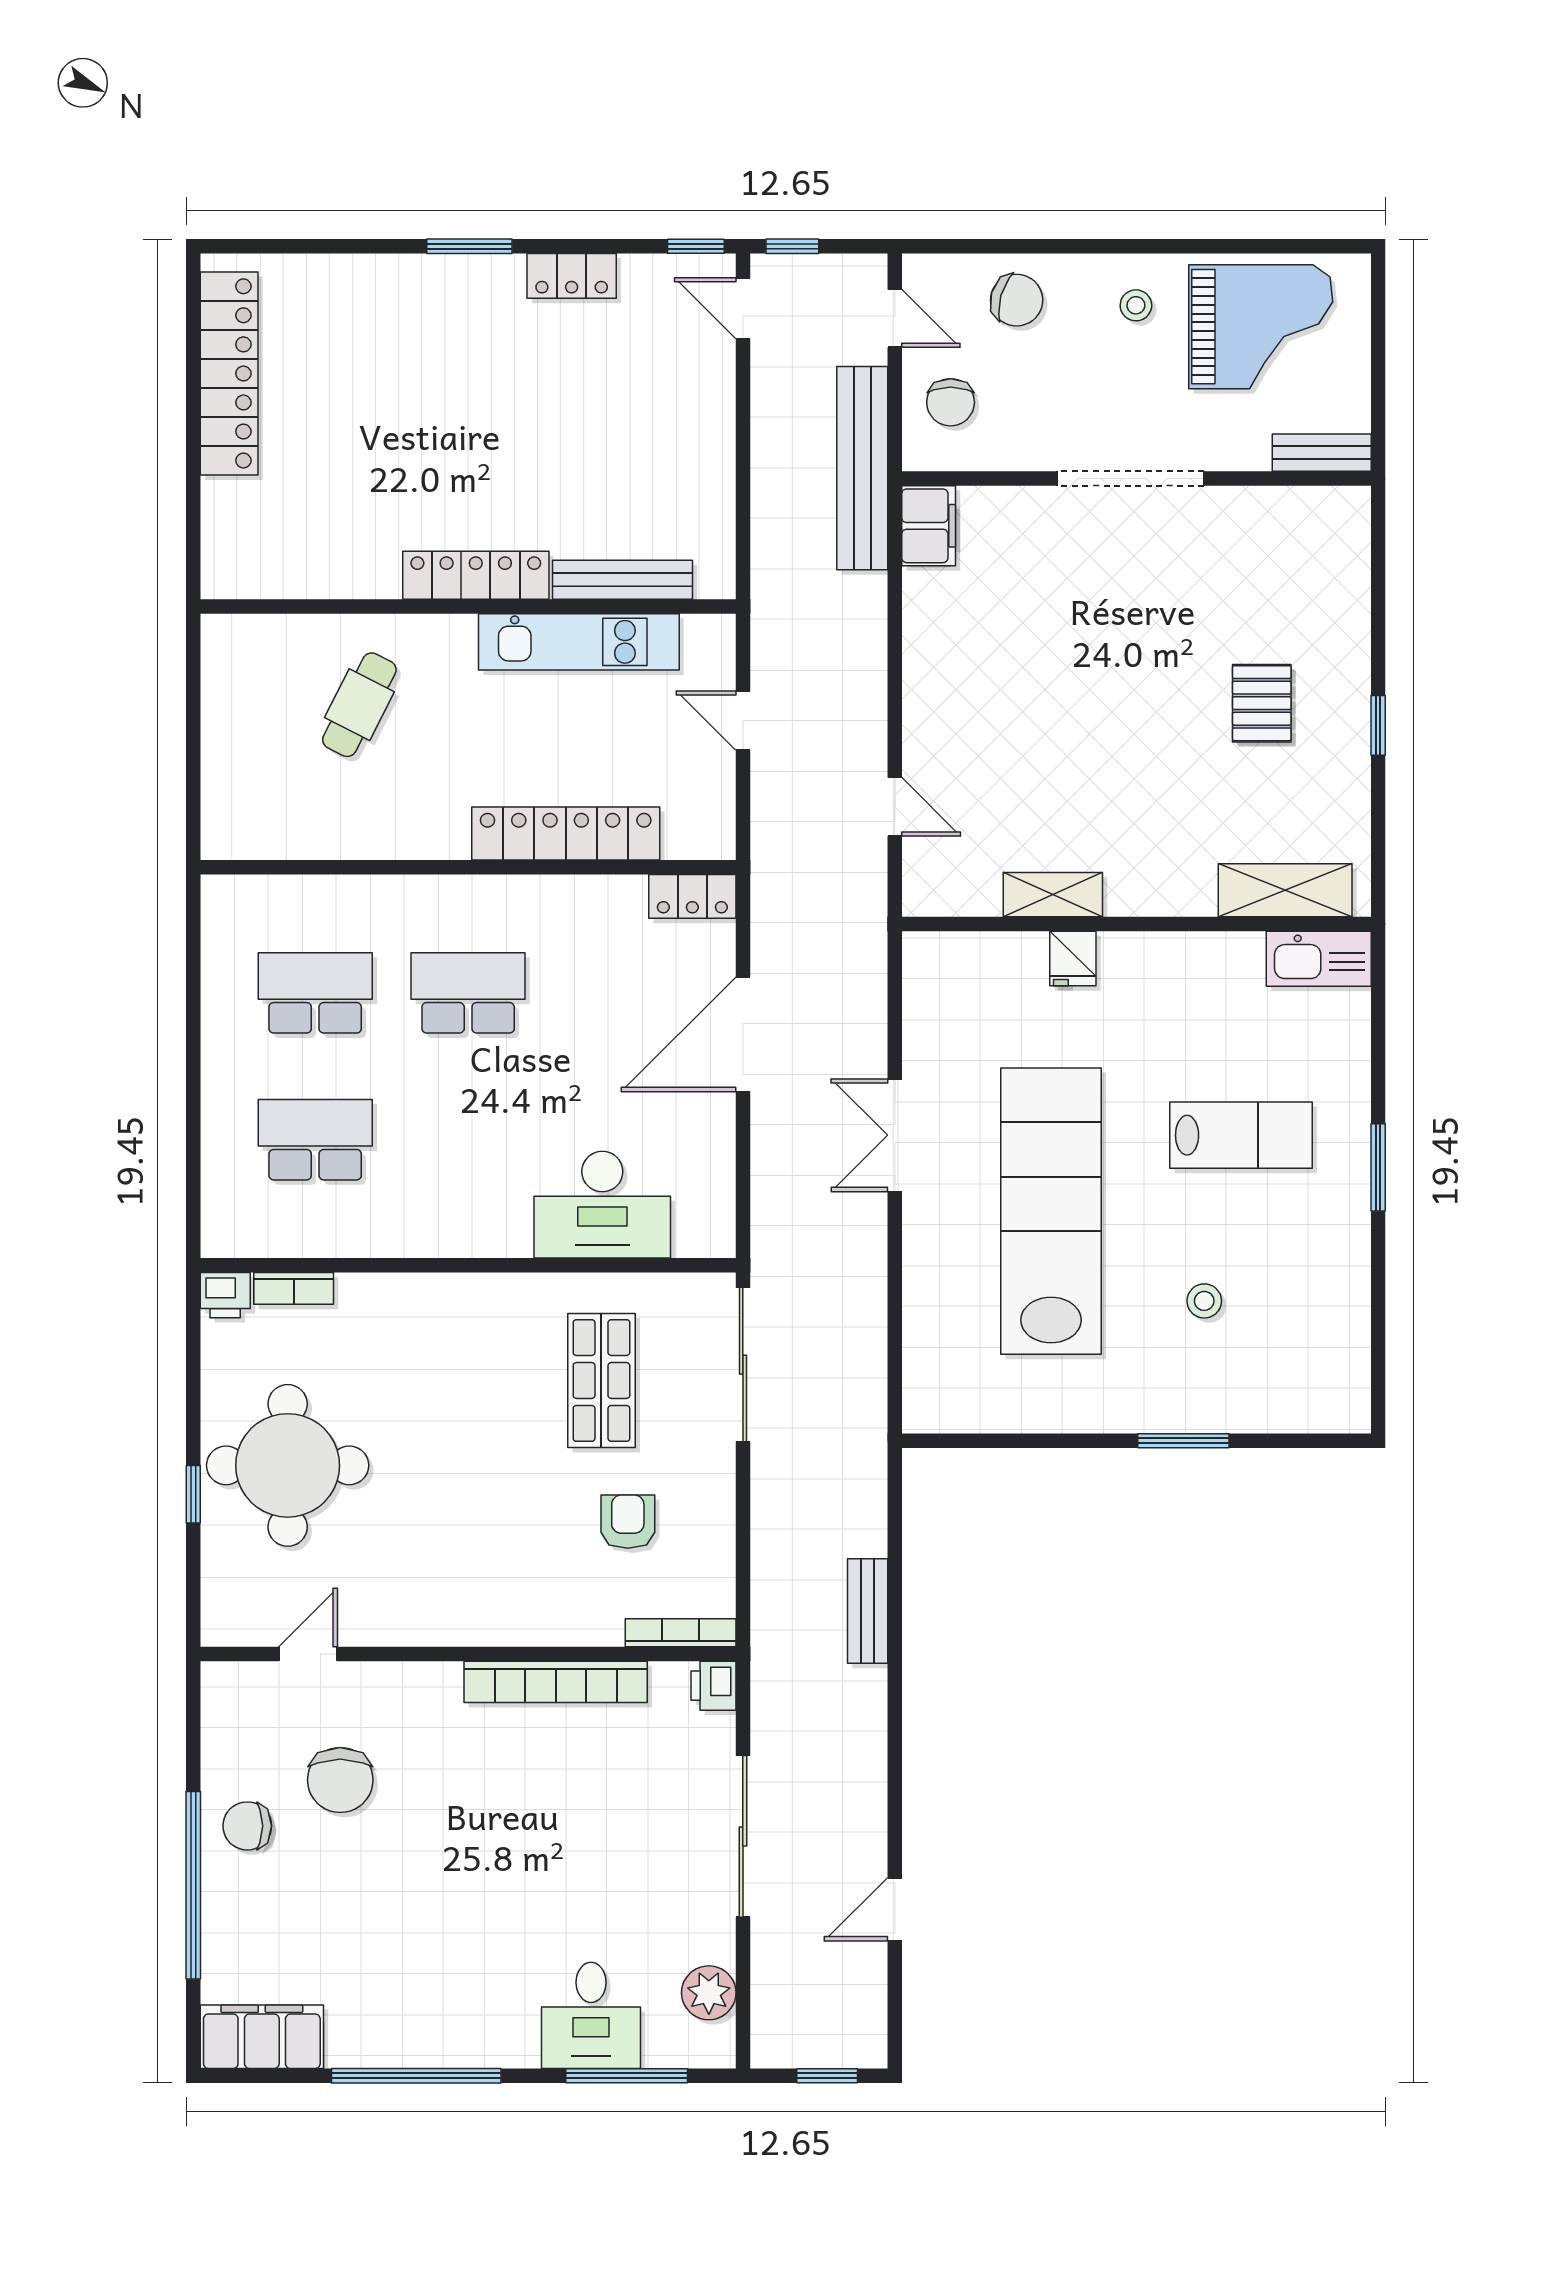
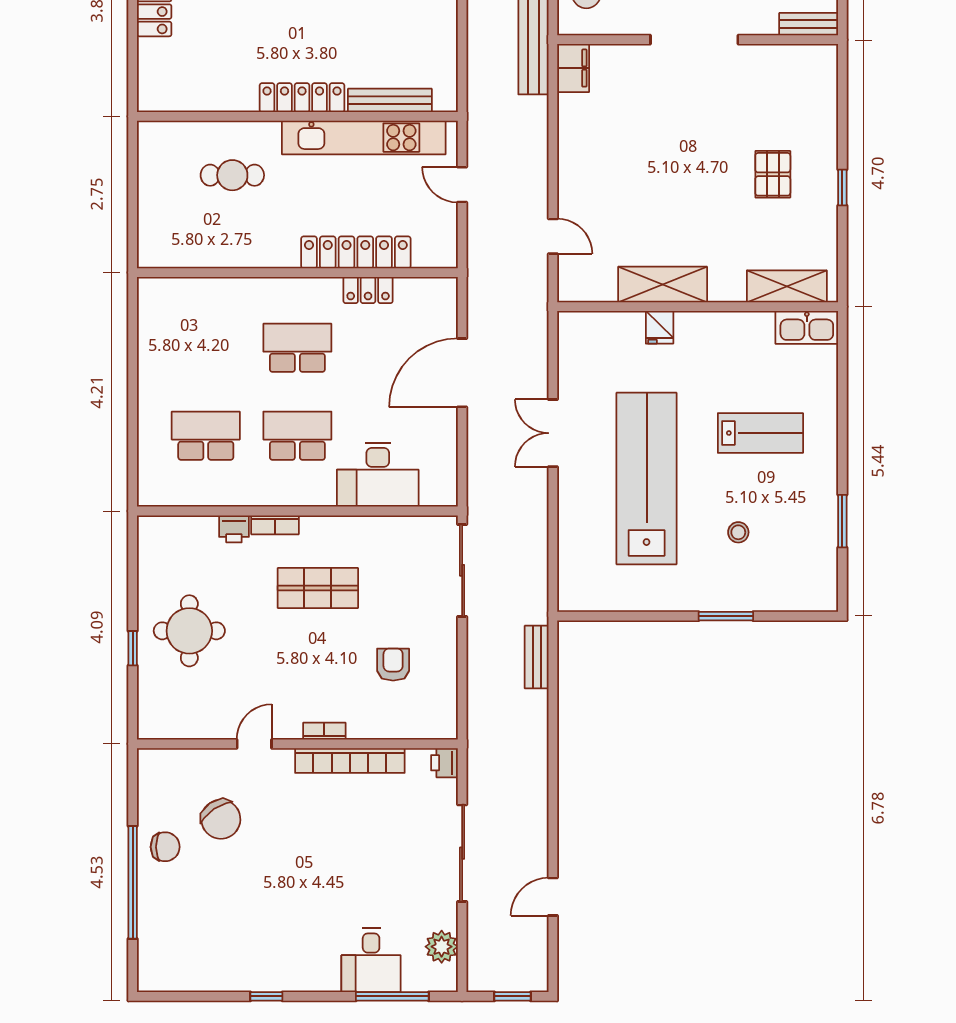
kitchen unit: (579, 642) -> (364, 138), width x1.36
cafe table: (359, 705) -> (232, 175), turned 63
shelving: (1053, 895) -> (663, 285), width x1.50, depth x1.33
locker: (692, 896) -> (368, 290), moved
school desk: (315, 993) -> (297, 436), moved
window: (1378, 1167) -> (842, 521), moved
bookcase: (294, 1288) -> (275, 525), moved
printer: (225, 1295) -> (234, 529), moved
shop shelf: (601, 1380) -> (318, 588), moved, turned 90
round table: (288, 1465) -> (189, 631), width x0.73, depth x0.73
bench: (868, 1611) -> (537, 657), moved
bookcase: (681, 1633) -> (324, 731), moved, width x0.64
door: (308, 1654) -> (254, 744), moved
chair: (340, 1780) -> (221, 819), turned -34
chair: (247, 1826) -> (165, 847), turned 180
filing cabinet: (262, 2037) -> (174, 973), removed
window: (416, 2076) -> (266, 996), width x0.32

